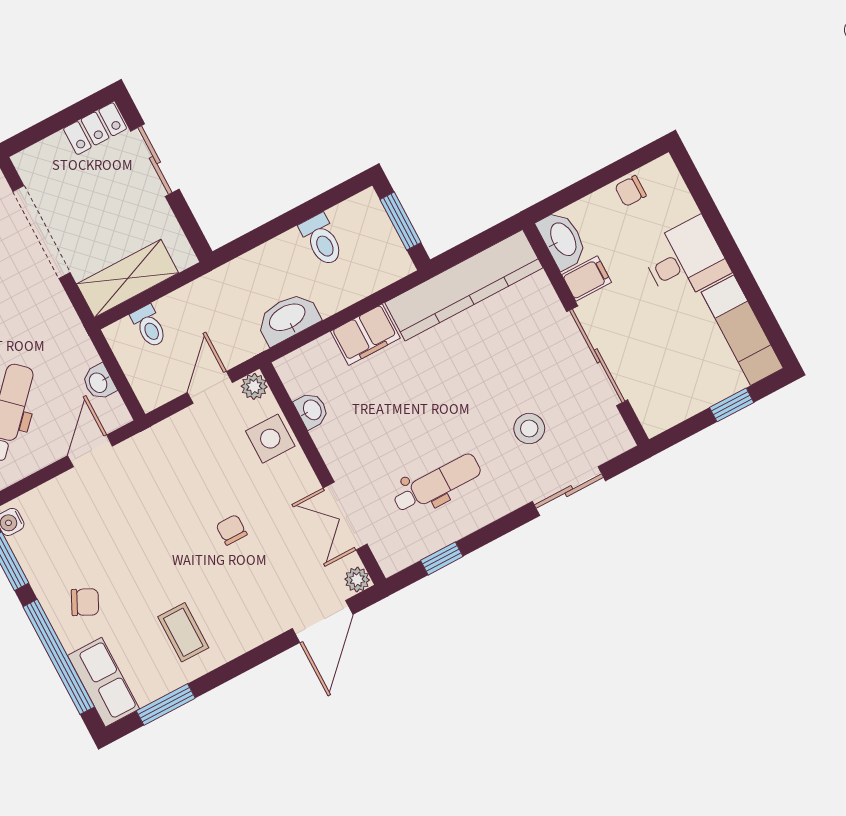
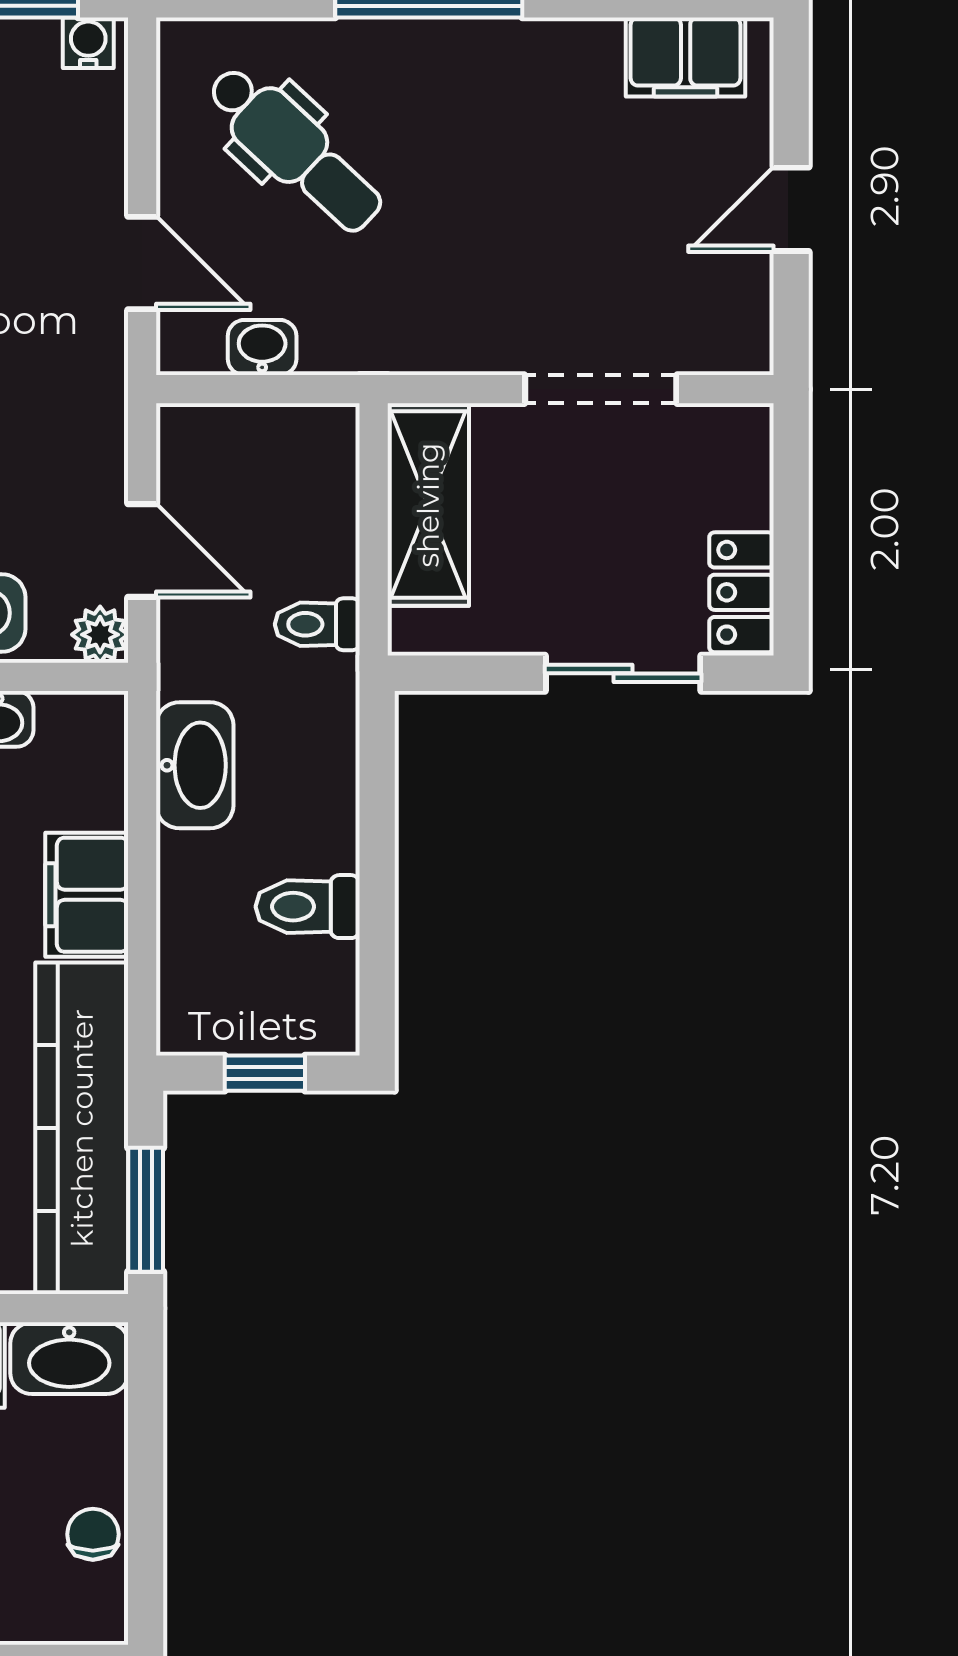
window: (400, 221) -> (265, 1073), width x0.67
doorway: (41, 232) -> (601, 389), width x0.73
window: (484, 241) -> (146, 1210), added
toilet: (149, 326) -> (317, 624), moved

